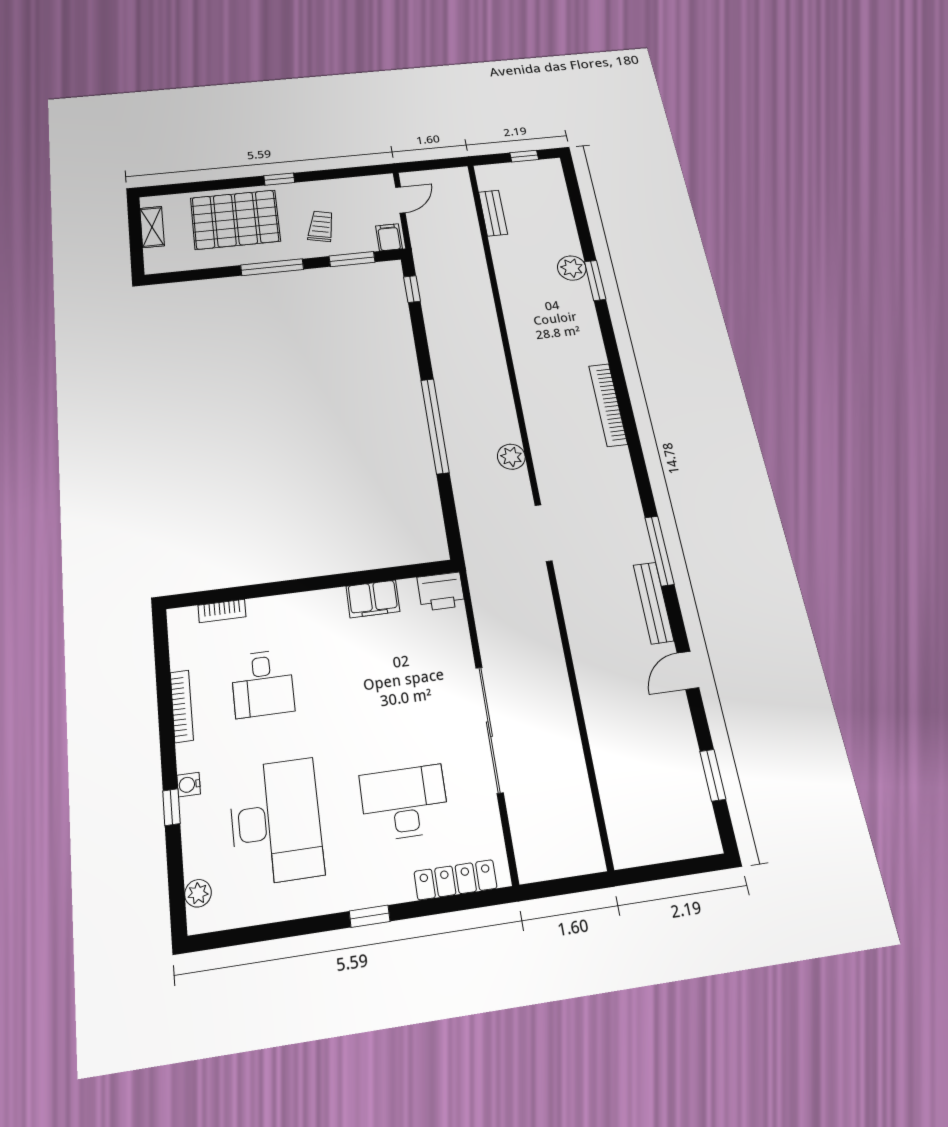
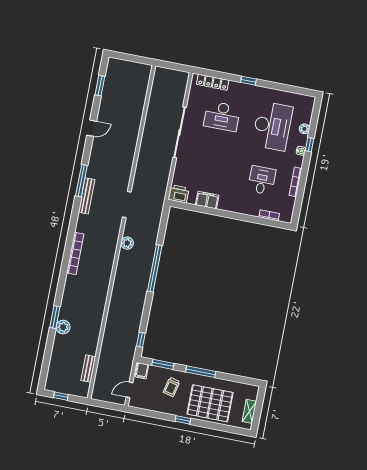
bench: (653, 603) -> (87, 196), moved
desk: (276, 821) -> (272, 126), turned 180
plant: (198, 893) -> (304, 129), moved

